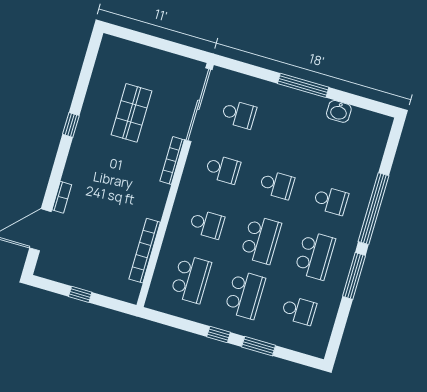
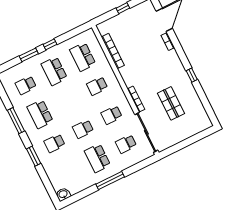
washbasin: (339, 111) -> (63, 194), moved
window: (374, 209) -> (34, 156), width x0.47
school desk: (261, 240) -> (97, 158), moved

